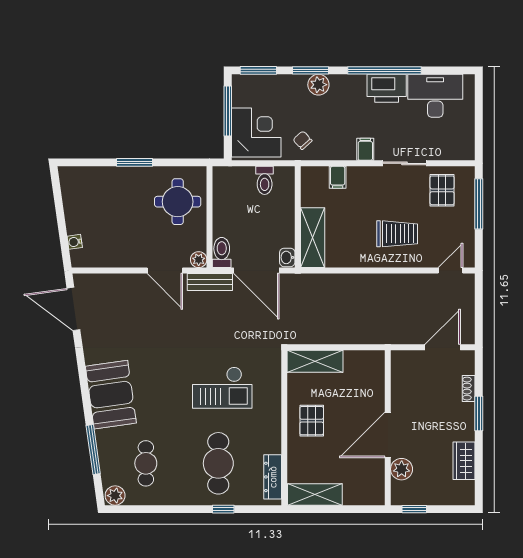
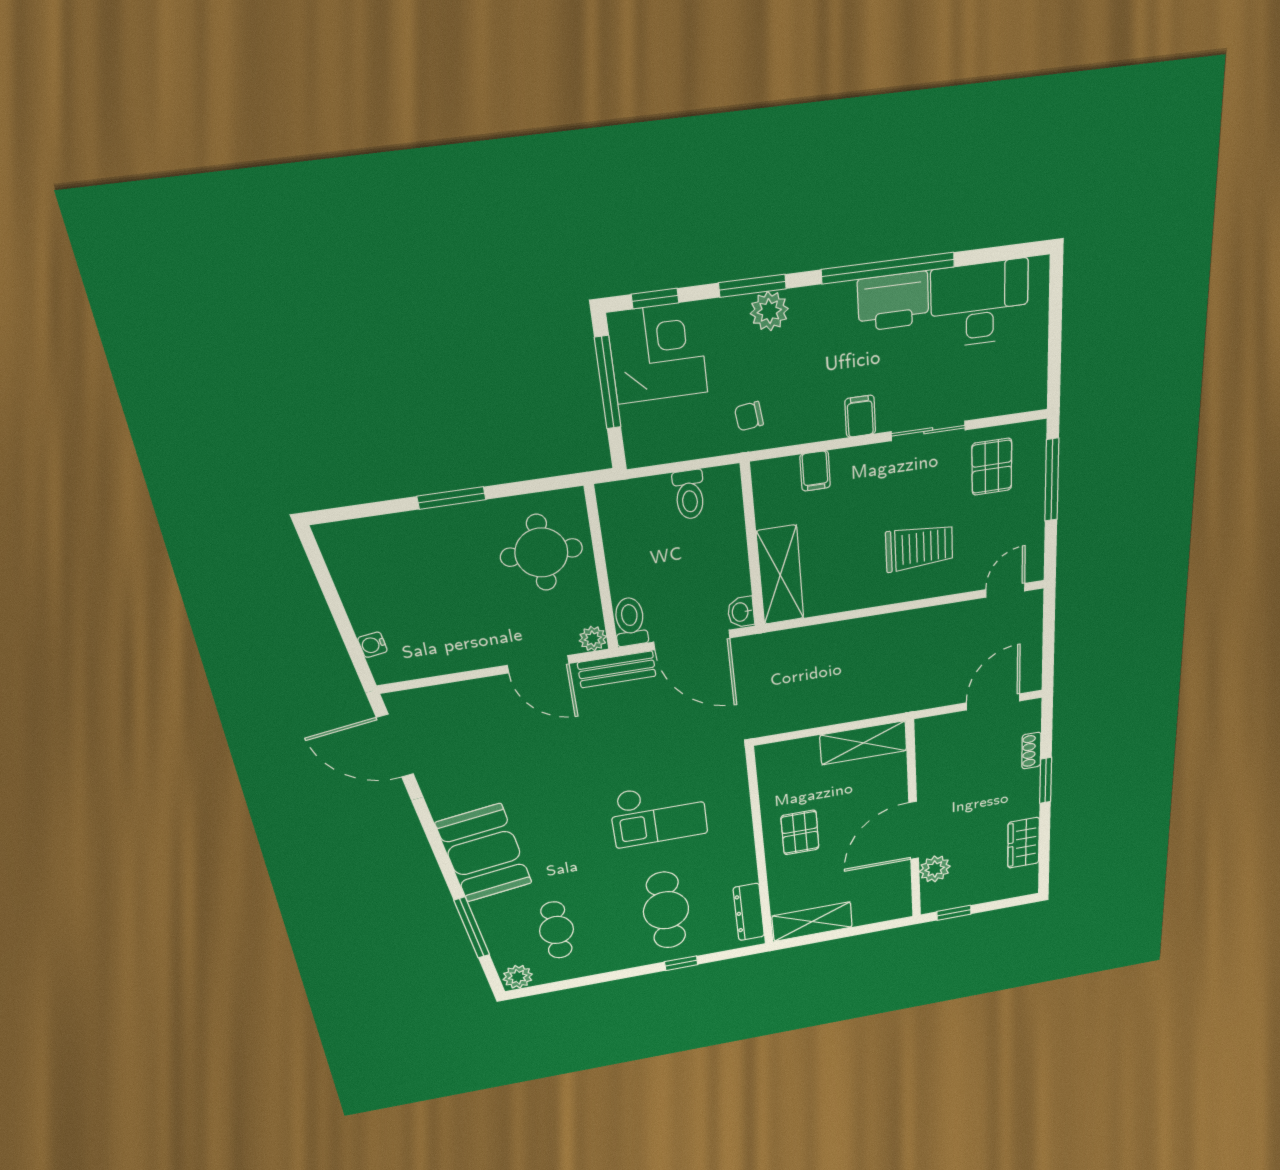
window: (258, 70) -> (655, 298), width x0.67
corner desk: (256, 132) -> (658, 353), moved
chair: (303, 140) -> (749, 416), turned -55
shelving: (315, 361) -> (863, 743), moved

